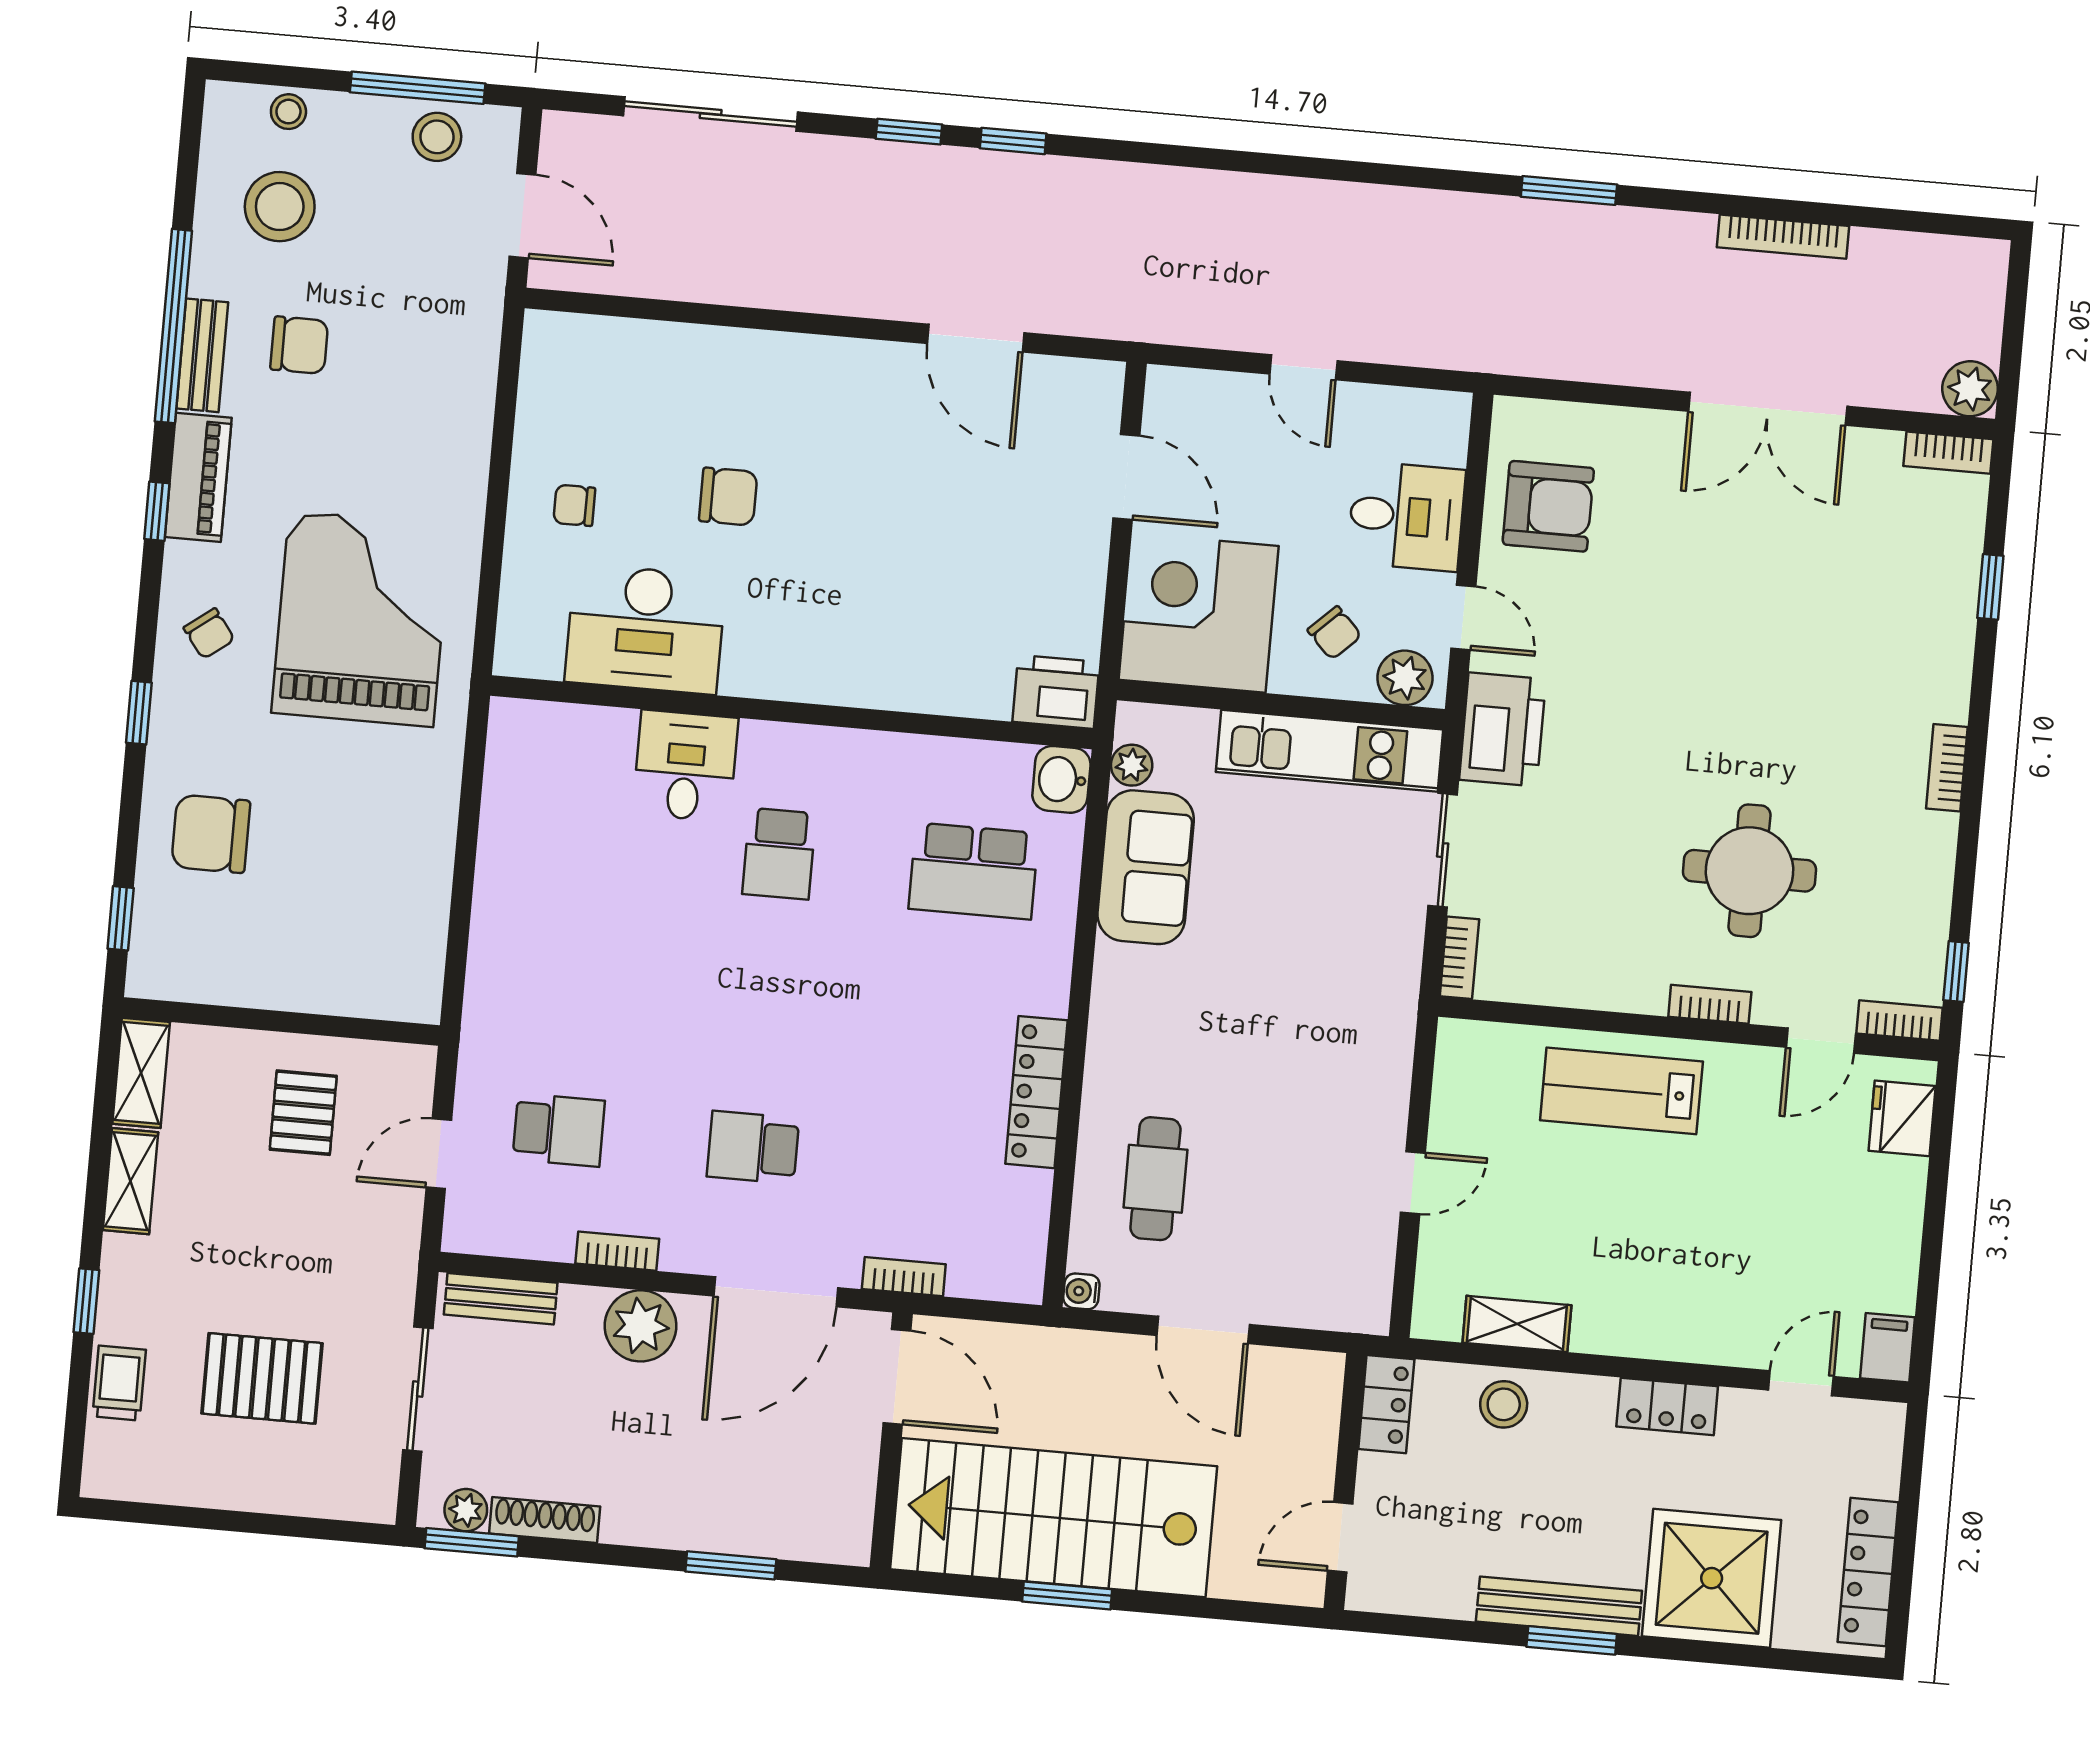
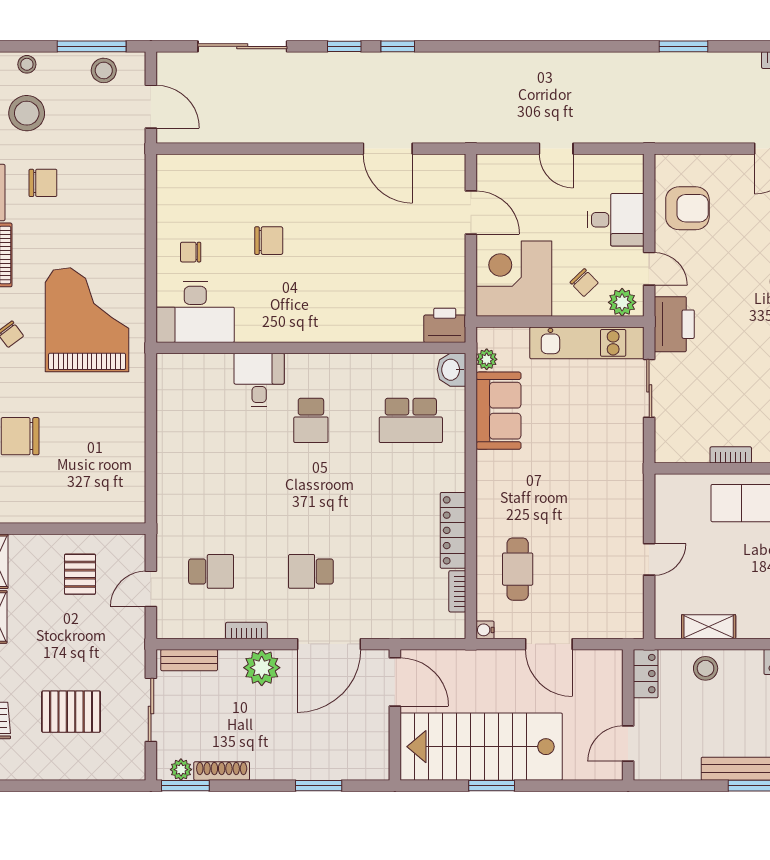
desk: (645, 629) -> (195, 312), moved
bookcase: (1459, 958) -> (731, 455), moved, turned -90
bookcase: (904, 1277) -> (457, 591), moved, turned -90

